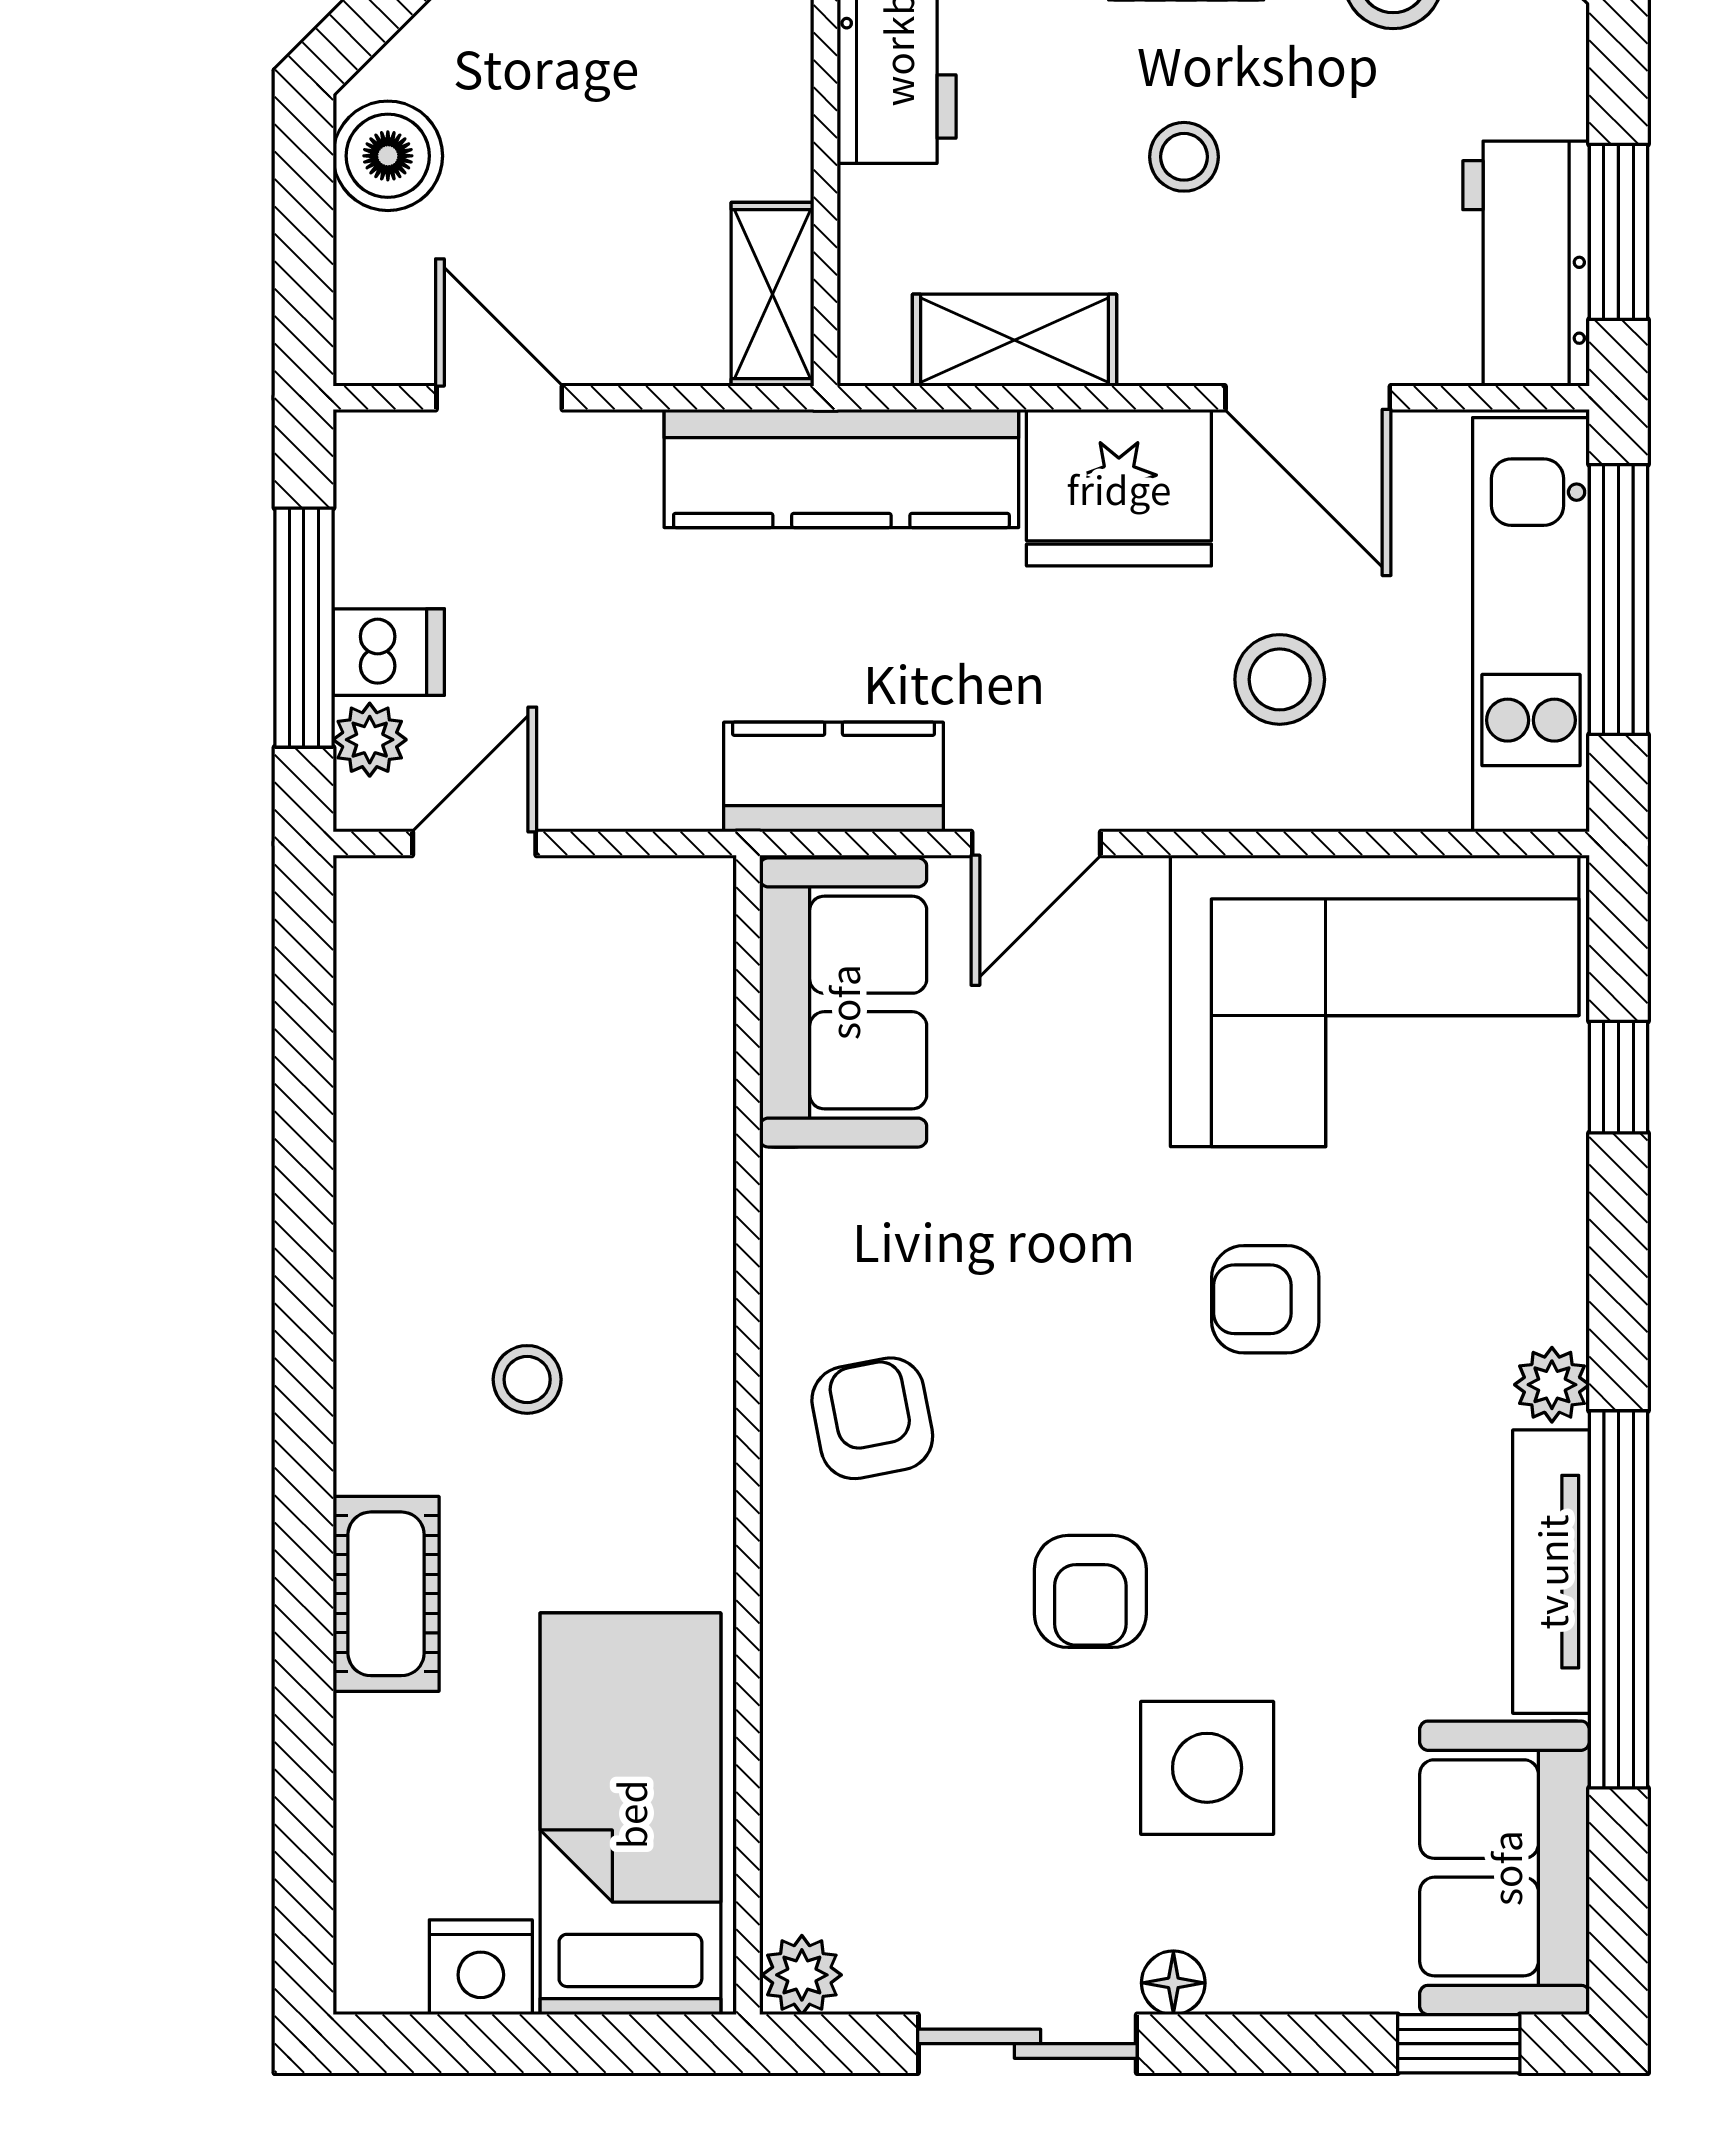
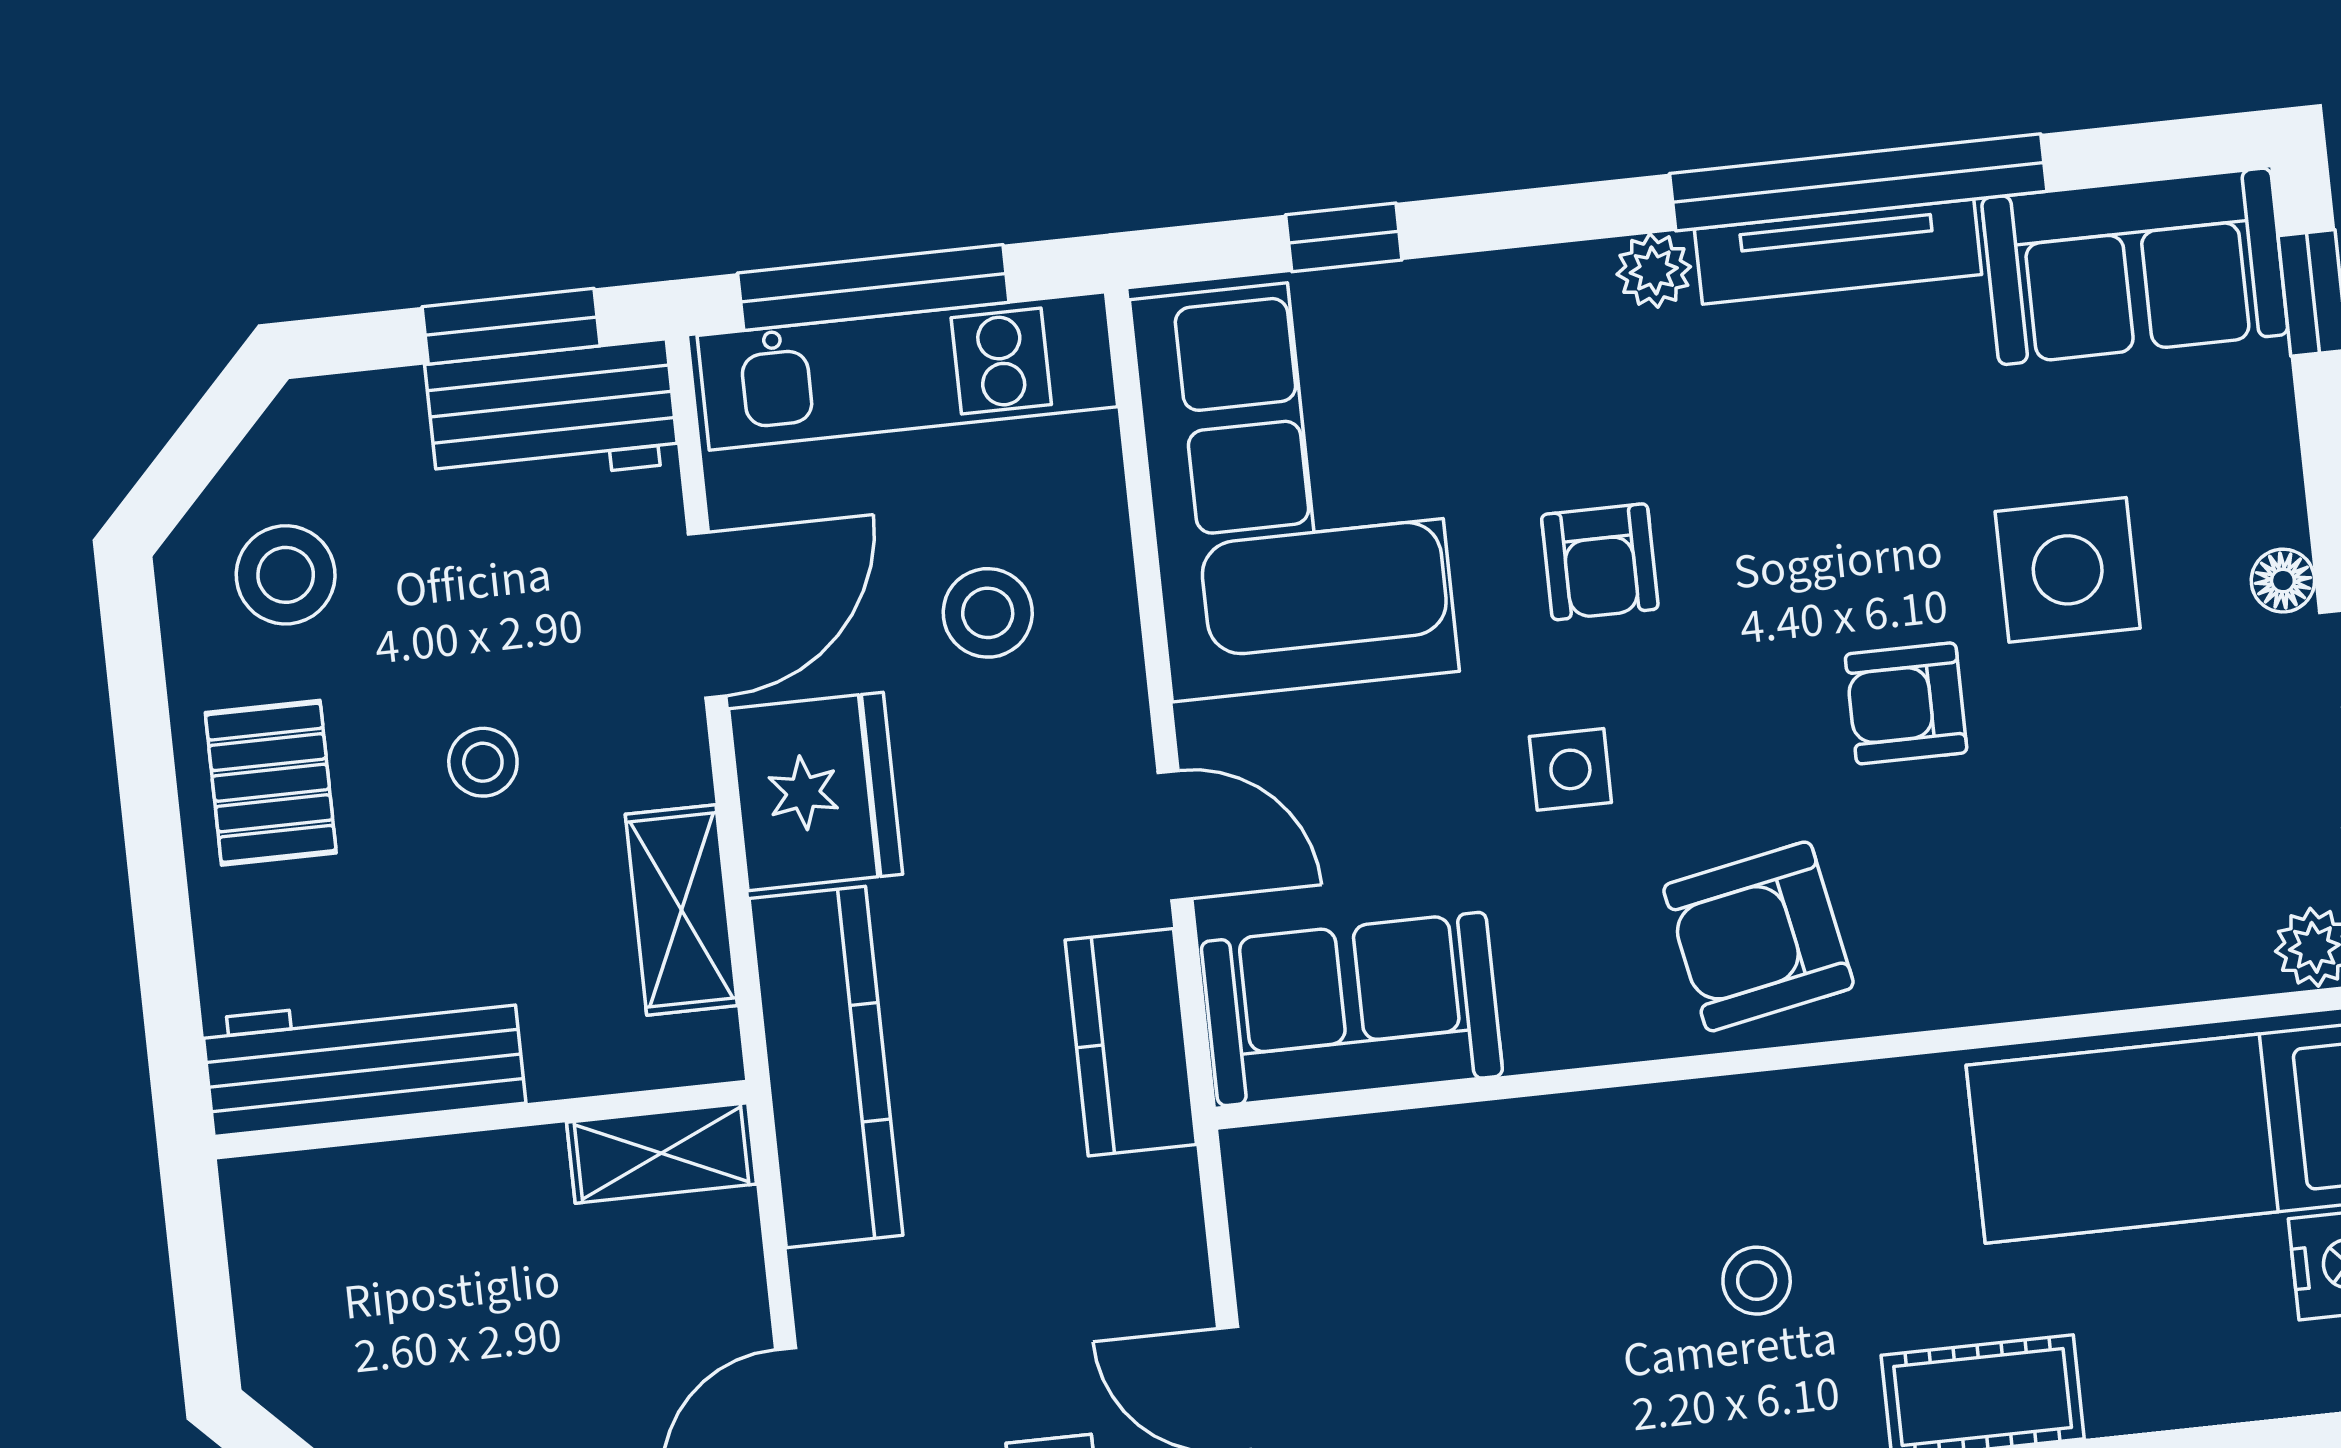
side table: (1060, 1247) -> (1570, 769), added
armchair: (872, 1418) -> (1759, 936), width x1.38, depth x1.38
armchair: (1090, 1591) -> (1906, 703), turned 180

